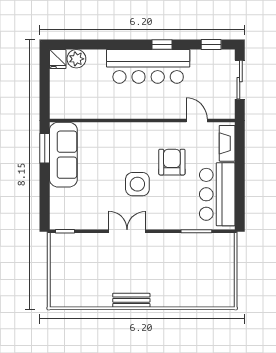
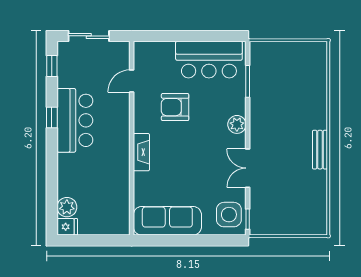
bar counter: (148, 66) -> (75, 120), width x0.73
fireplace: (227, 143) -> (141, 152), moved, turned -90
window: (45, 148) -> (161, 240), removed
side table: (137, 184) -> (229, 215), moved
plant: (155, 221) -> (237, 124), added
double door: (127, 231) -> (248, 168), moved

